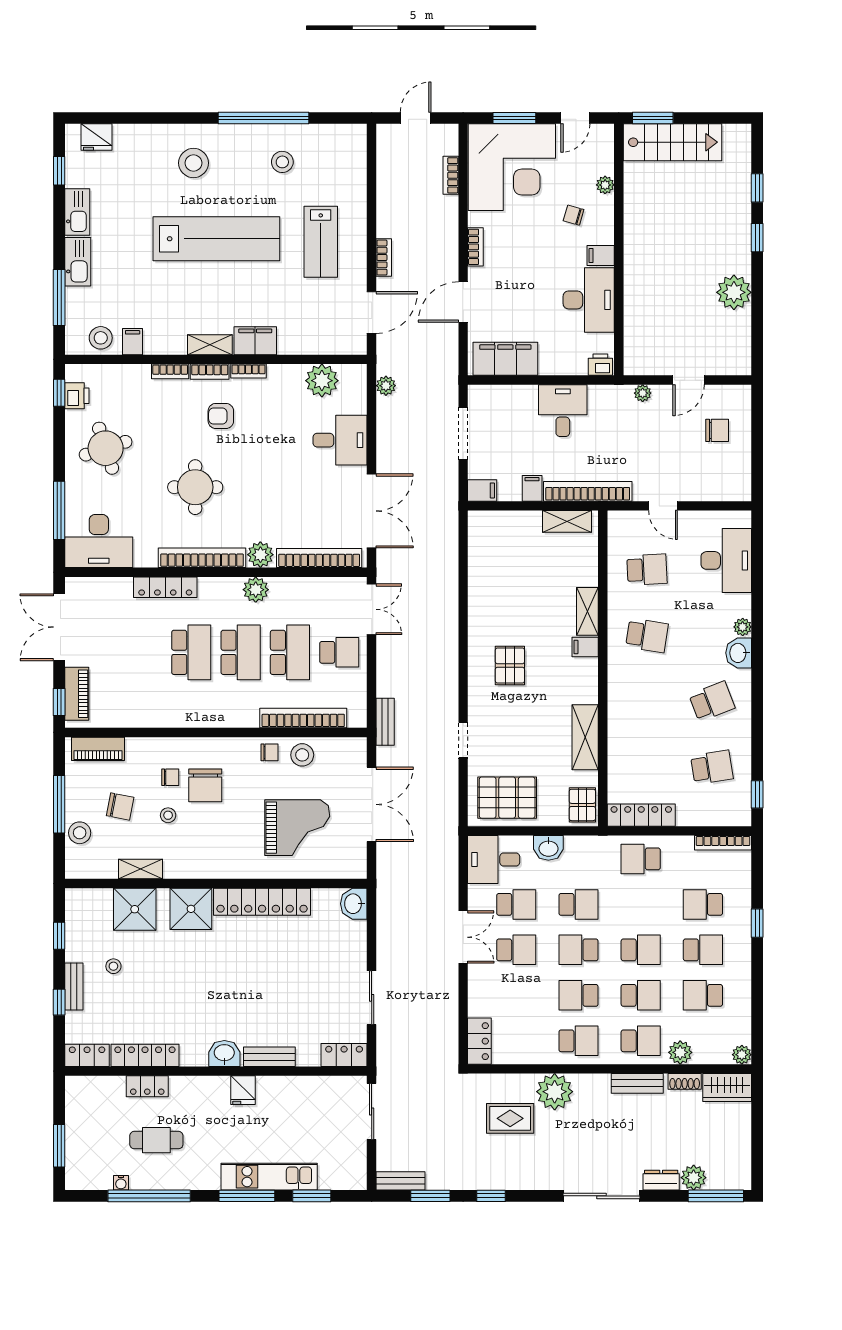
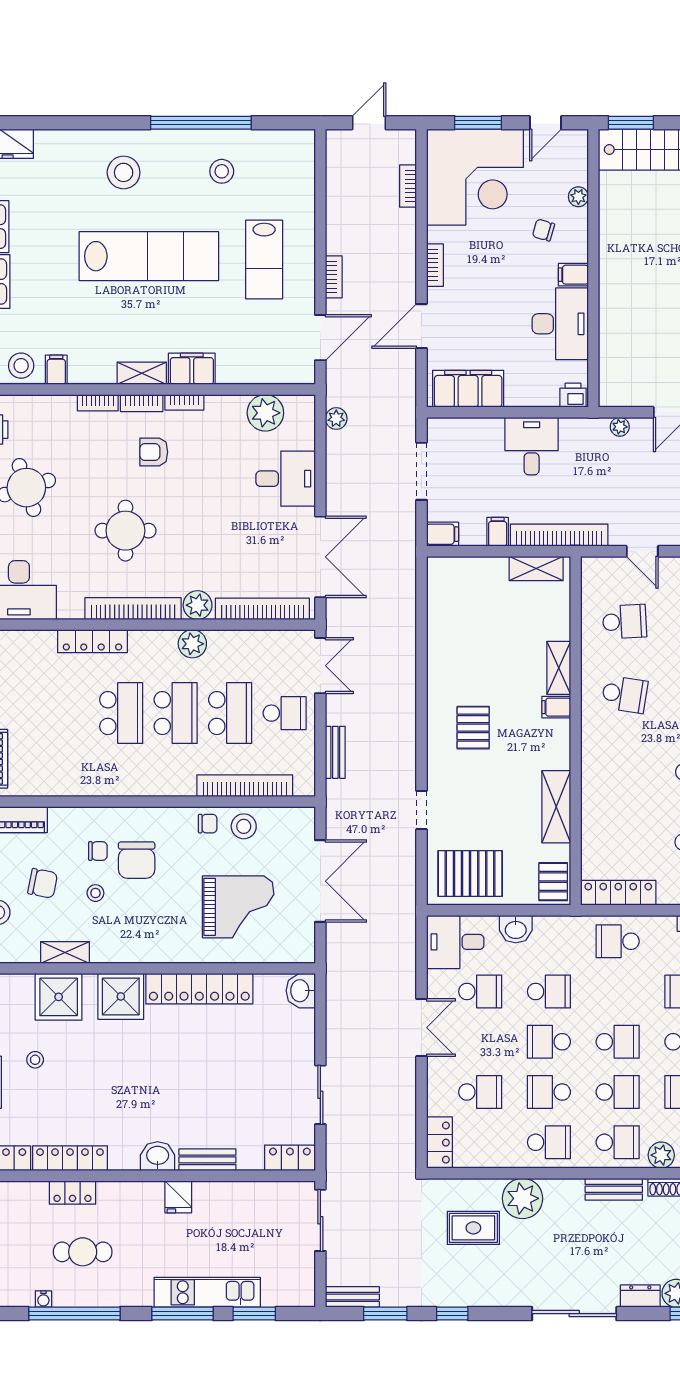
bench: (385, 722) -> (335, 752), moved
school desk: (516, 950) -> (480, 1092), moved

